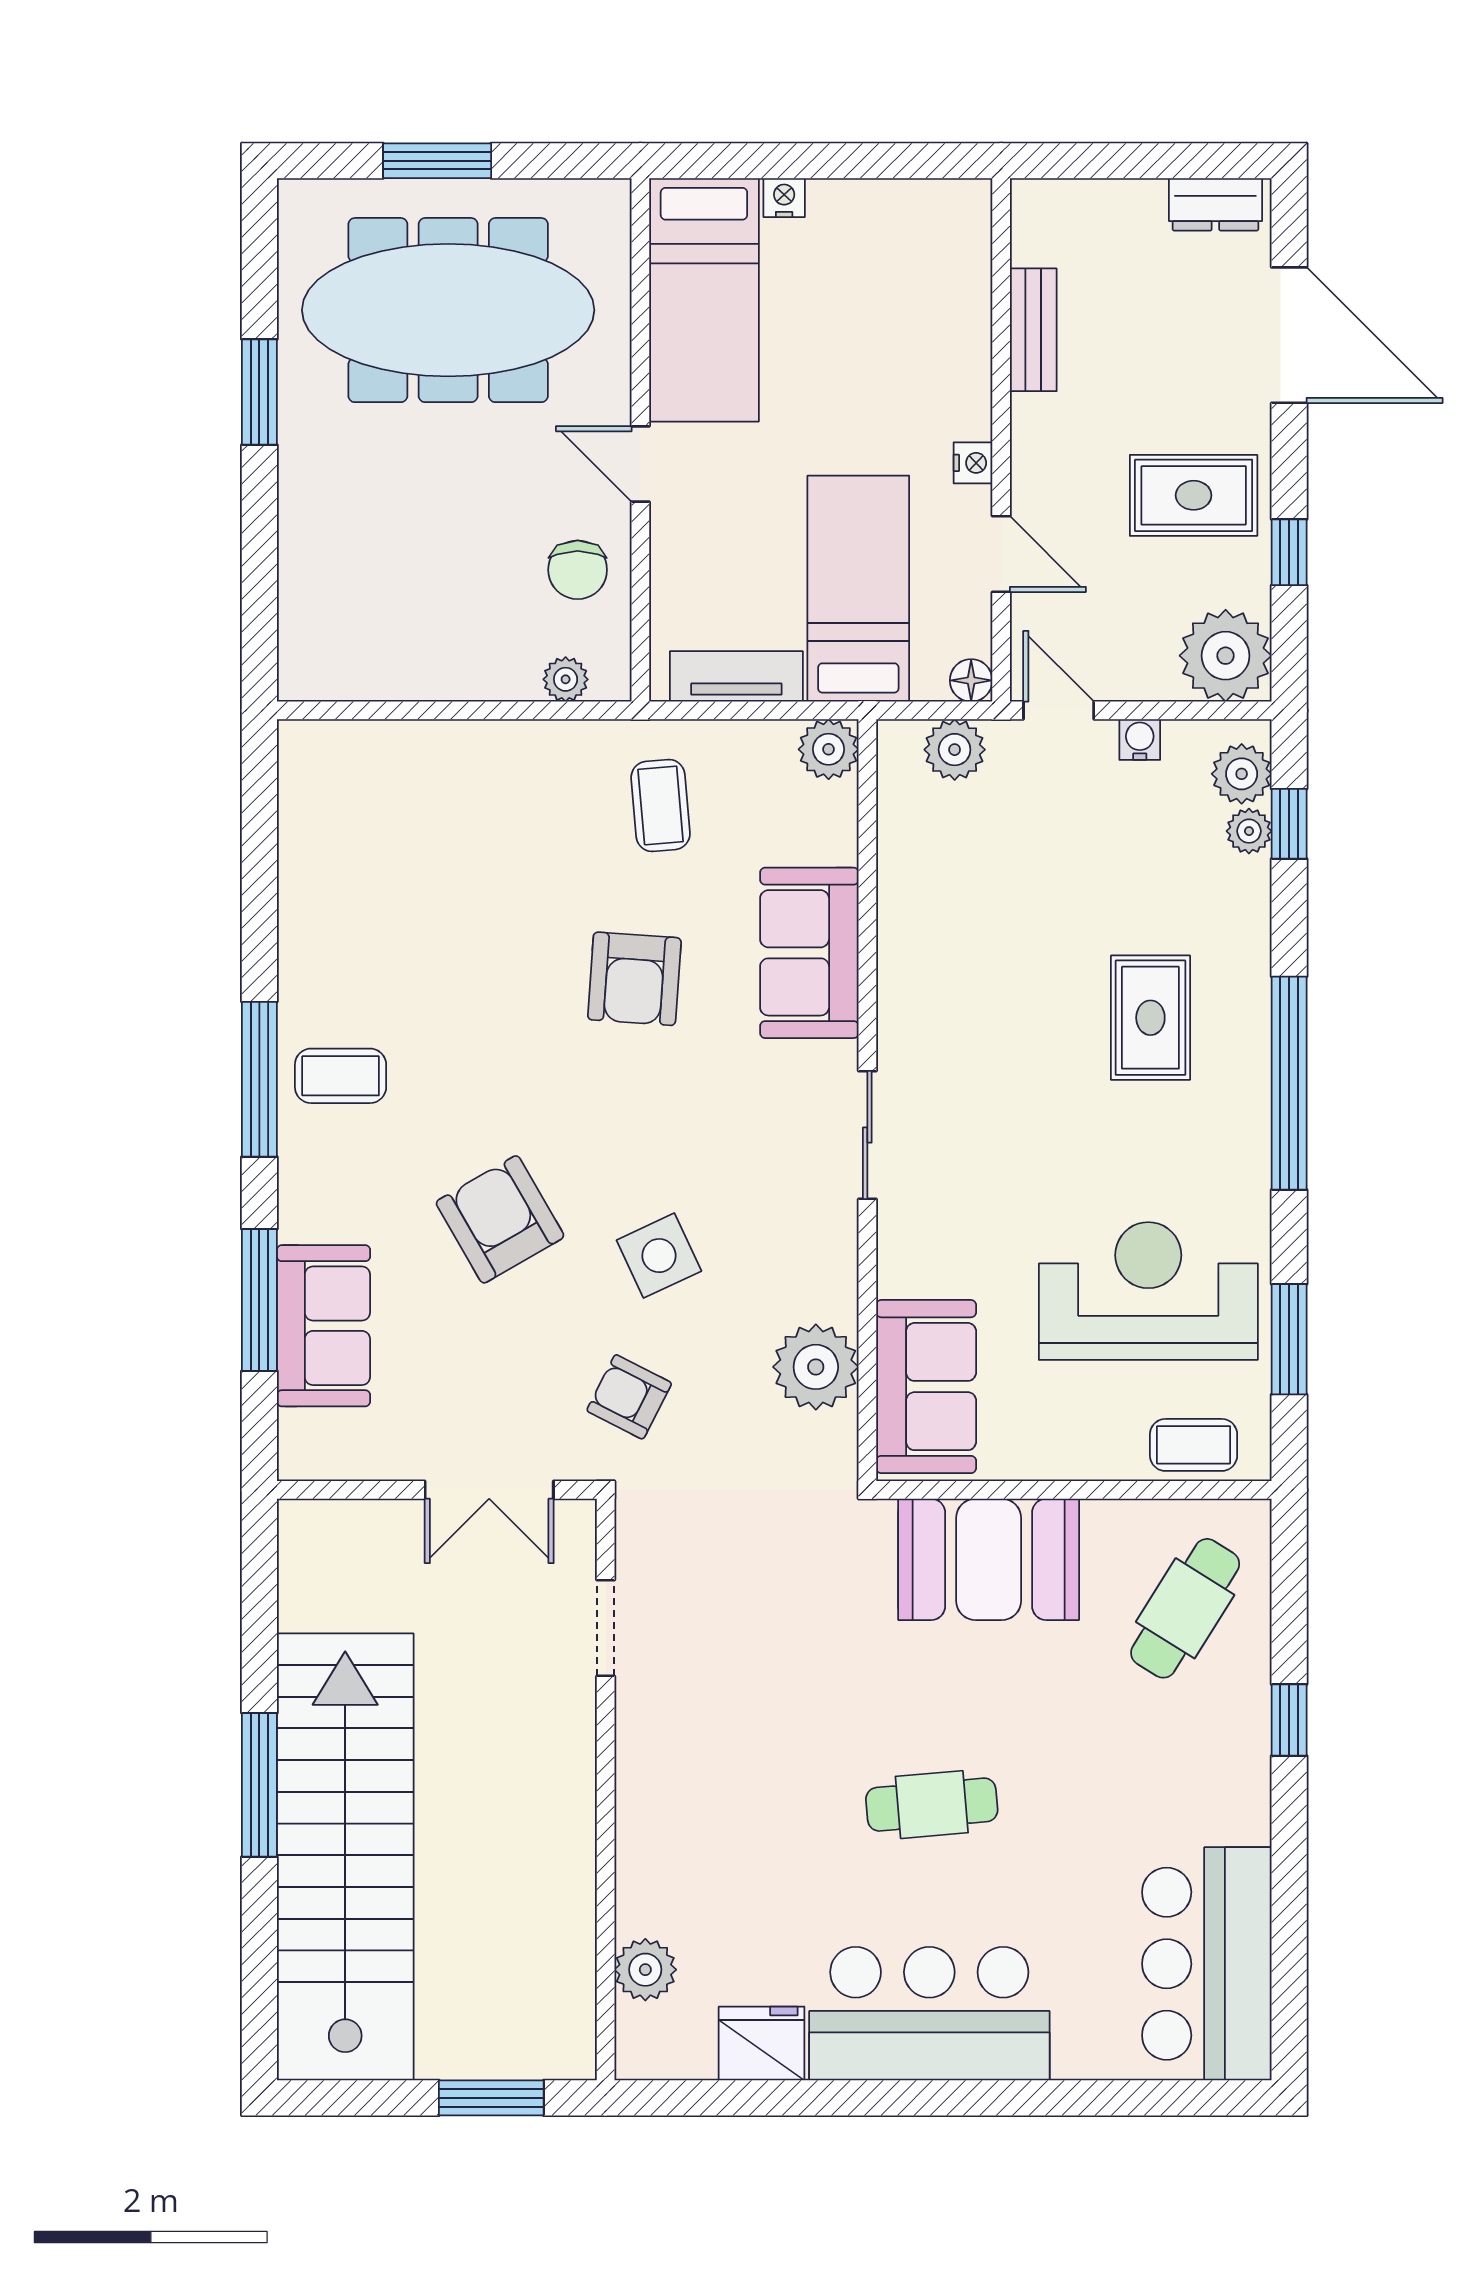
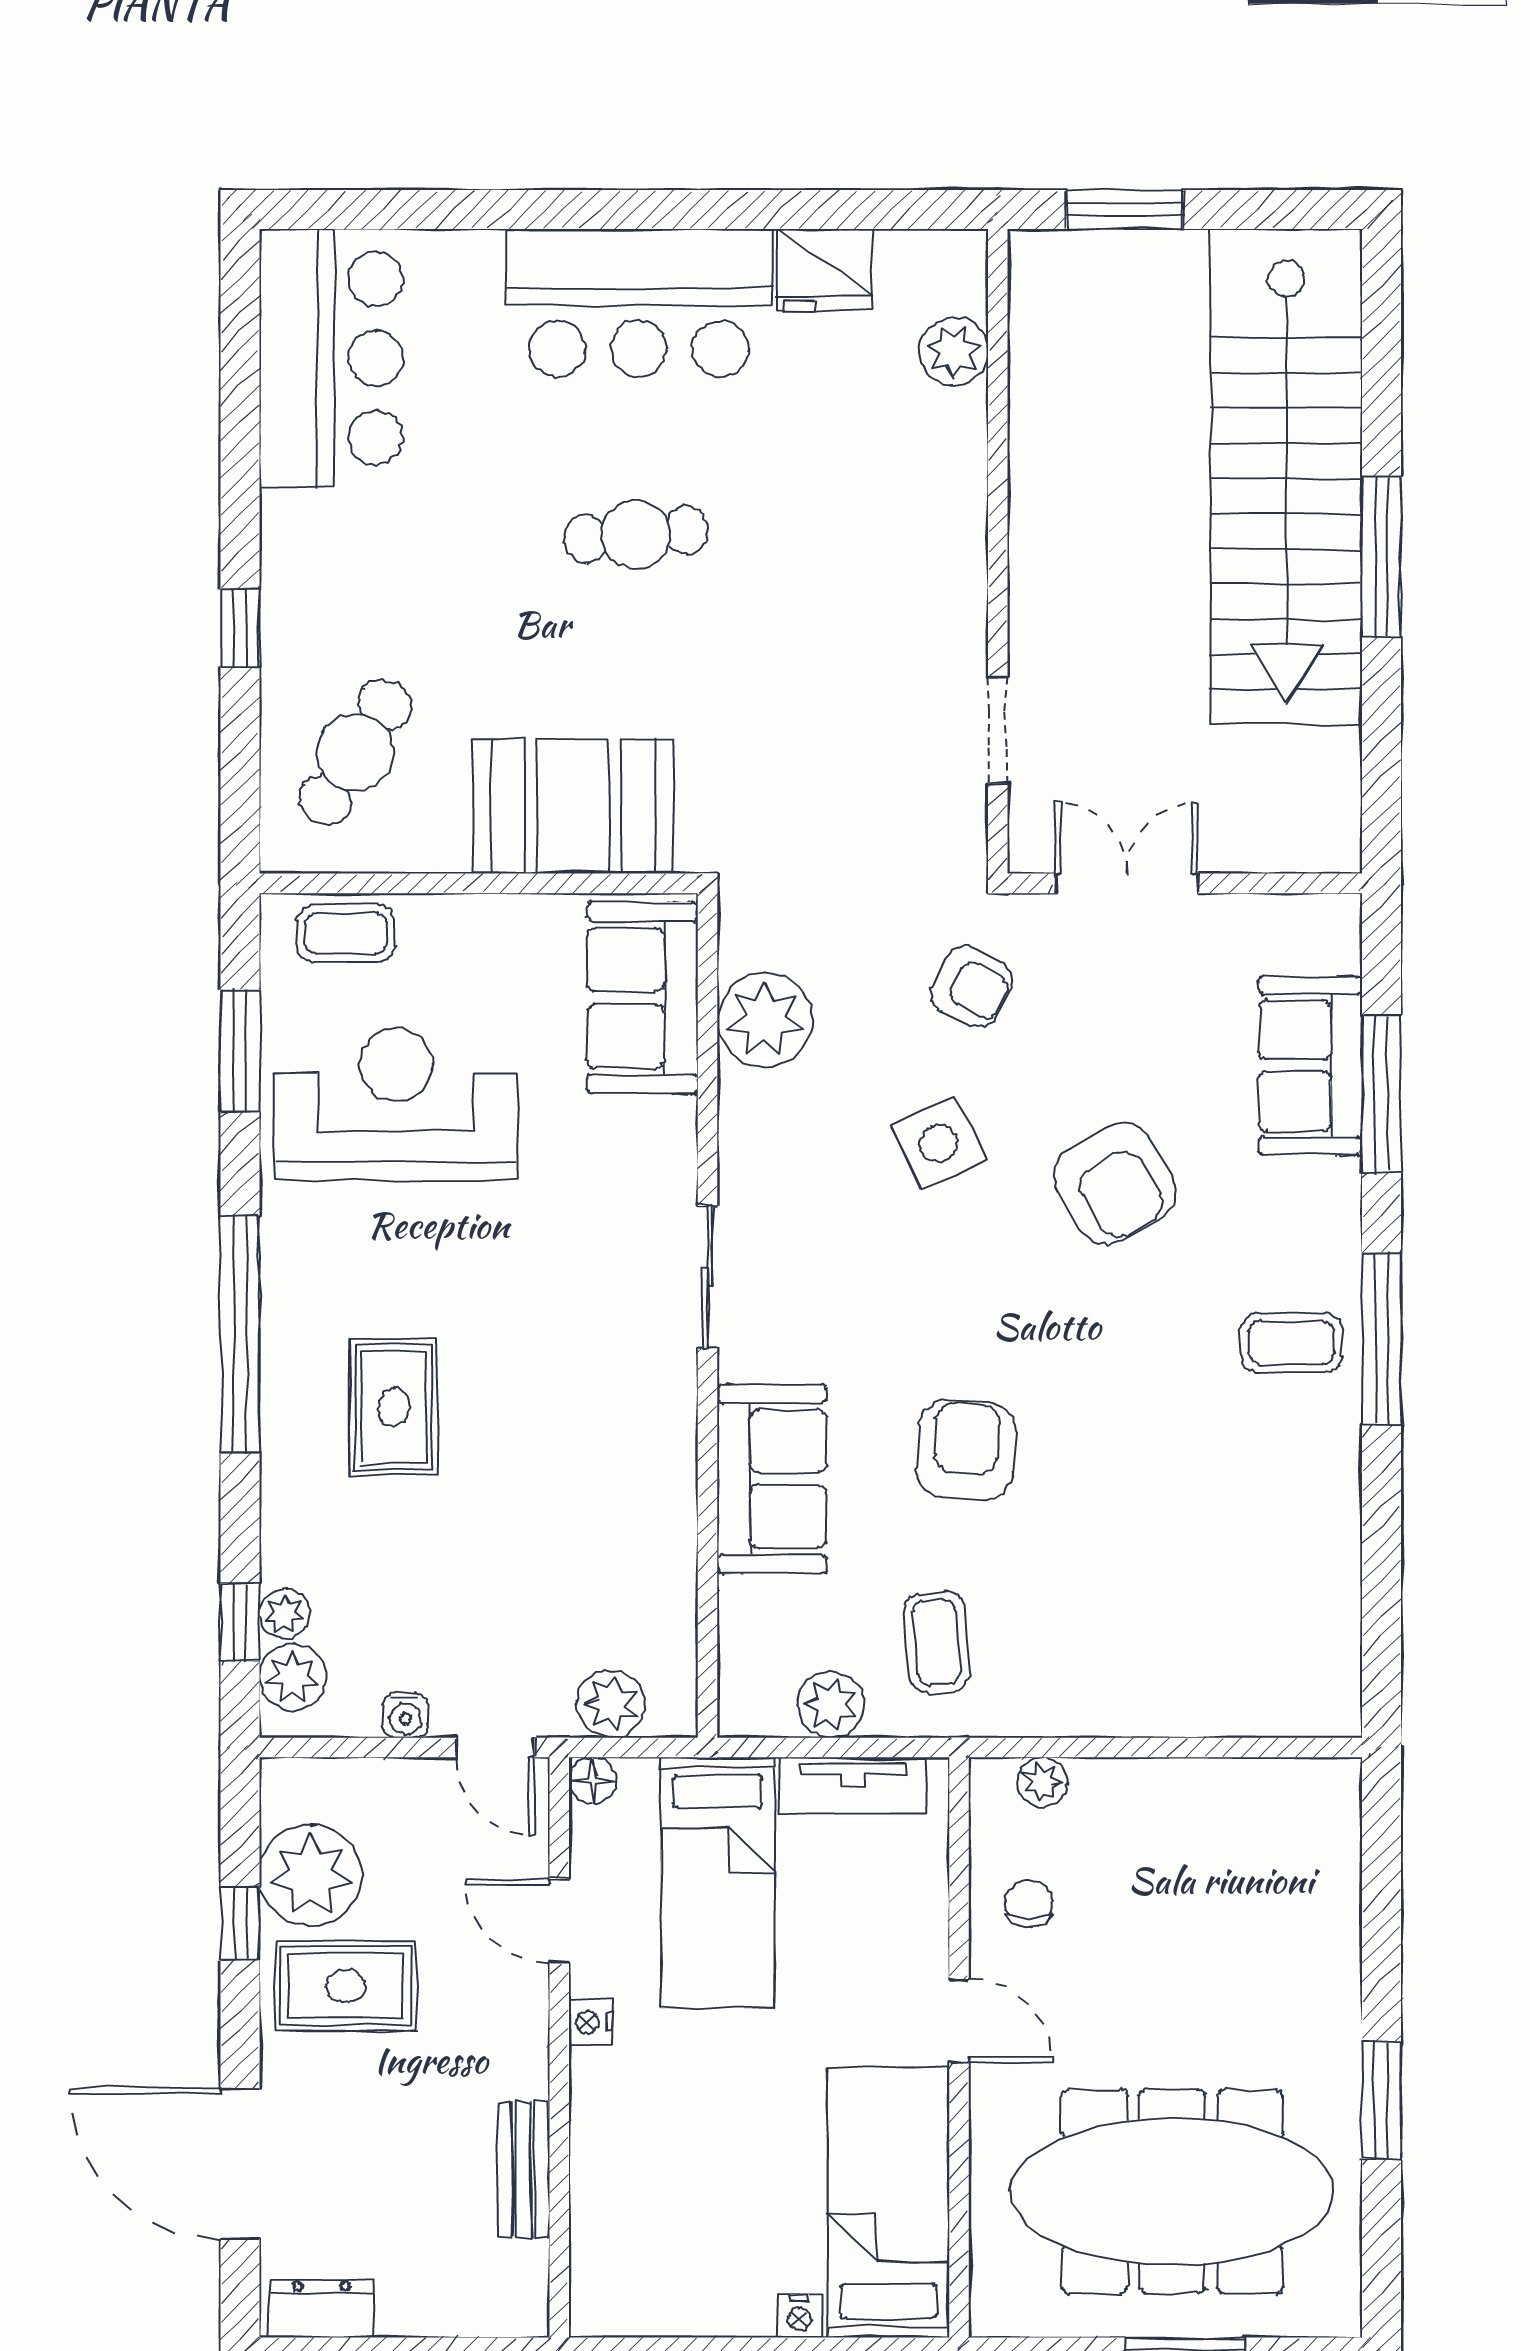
chair: (578, 570) -> (1029, 1904), width x0.73, depth x0.73
plant: (1226, 656) -> (310, 1875), moved
plant: (829, 749) -> (831, 1705), moved
reception desk: (1148, 1291) -> (396, 1104), turned 180

